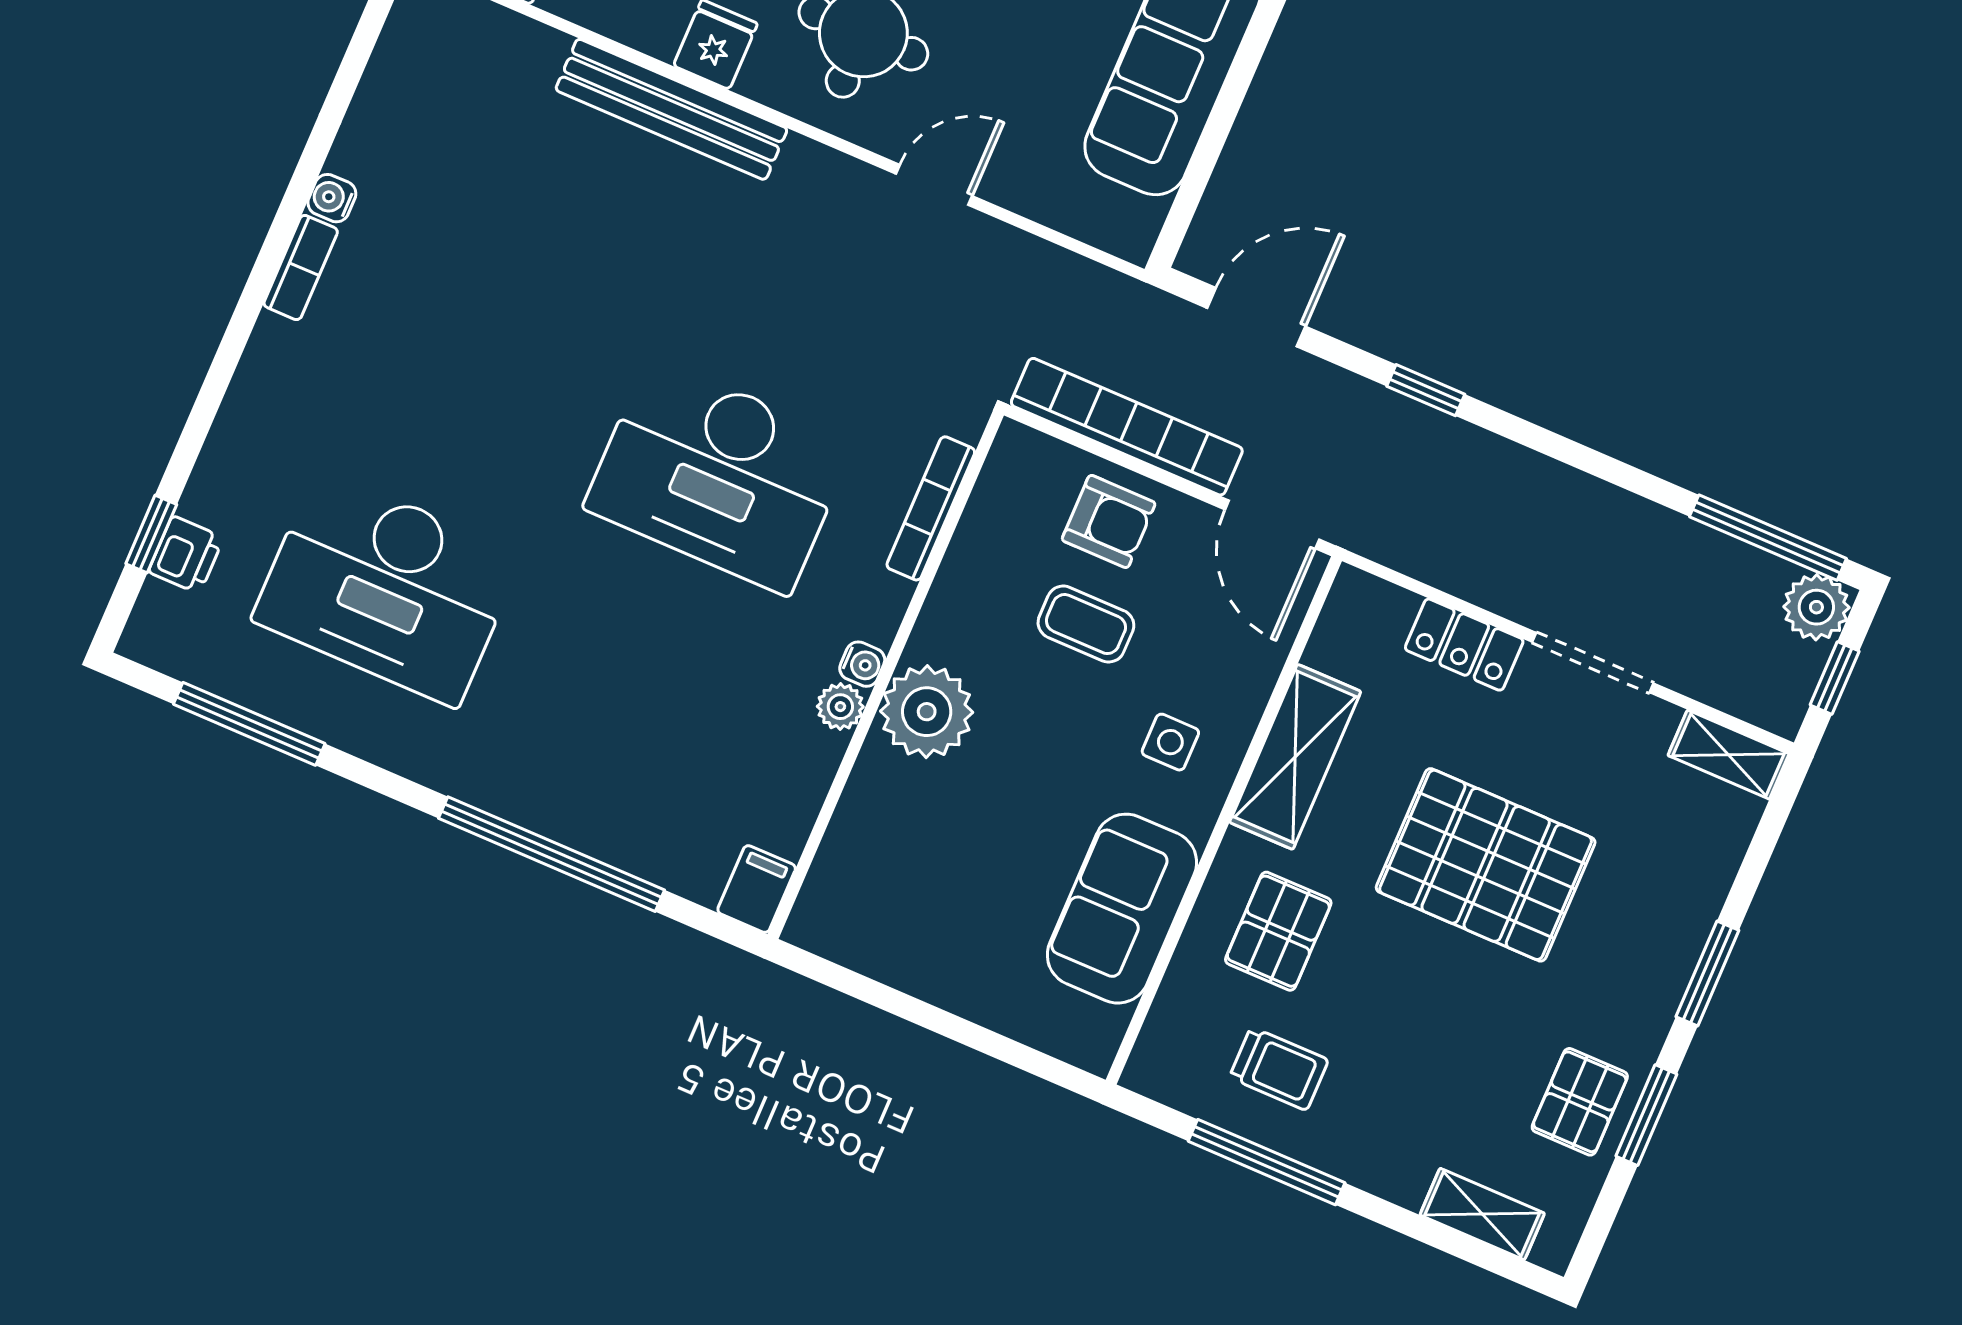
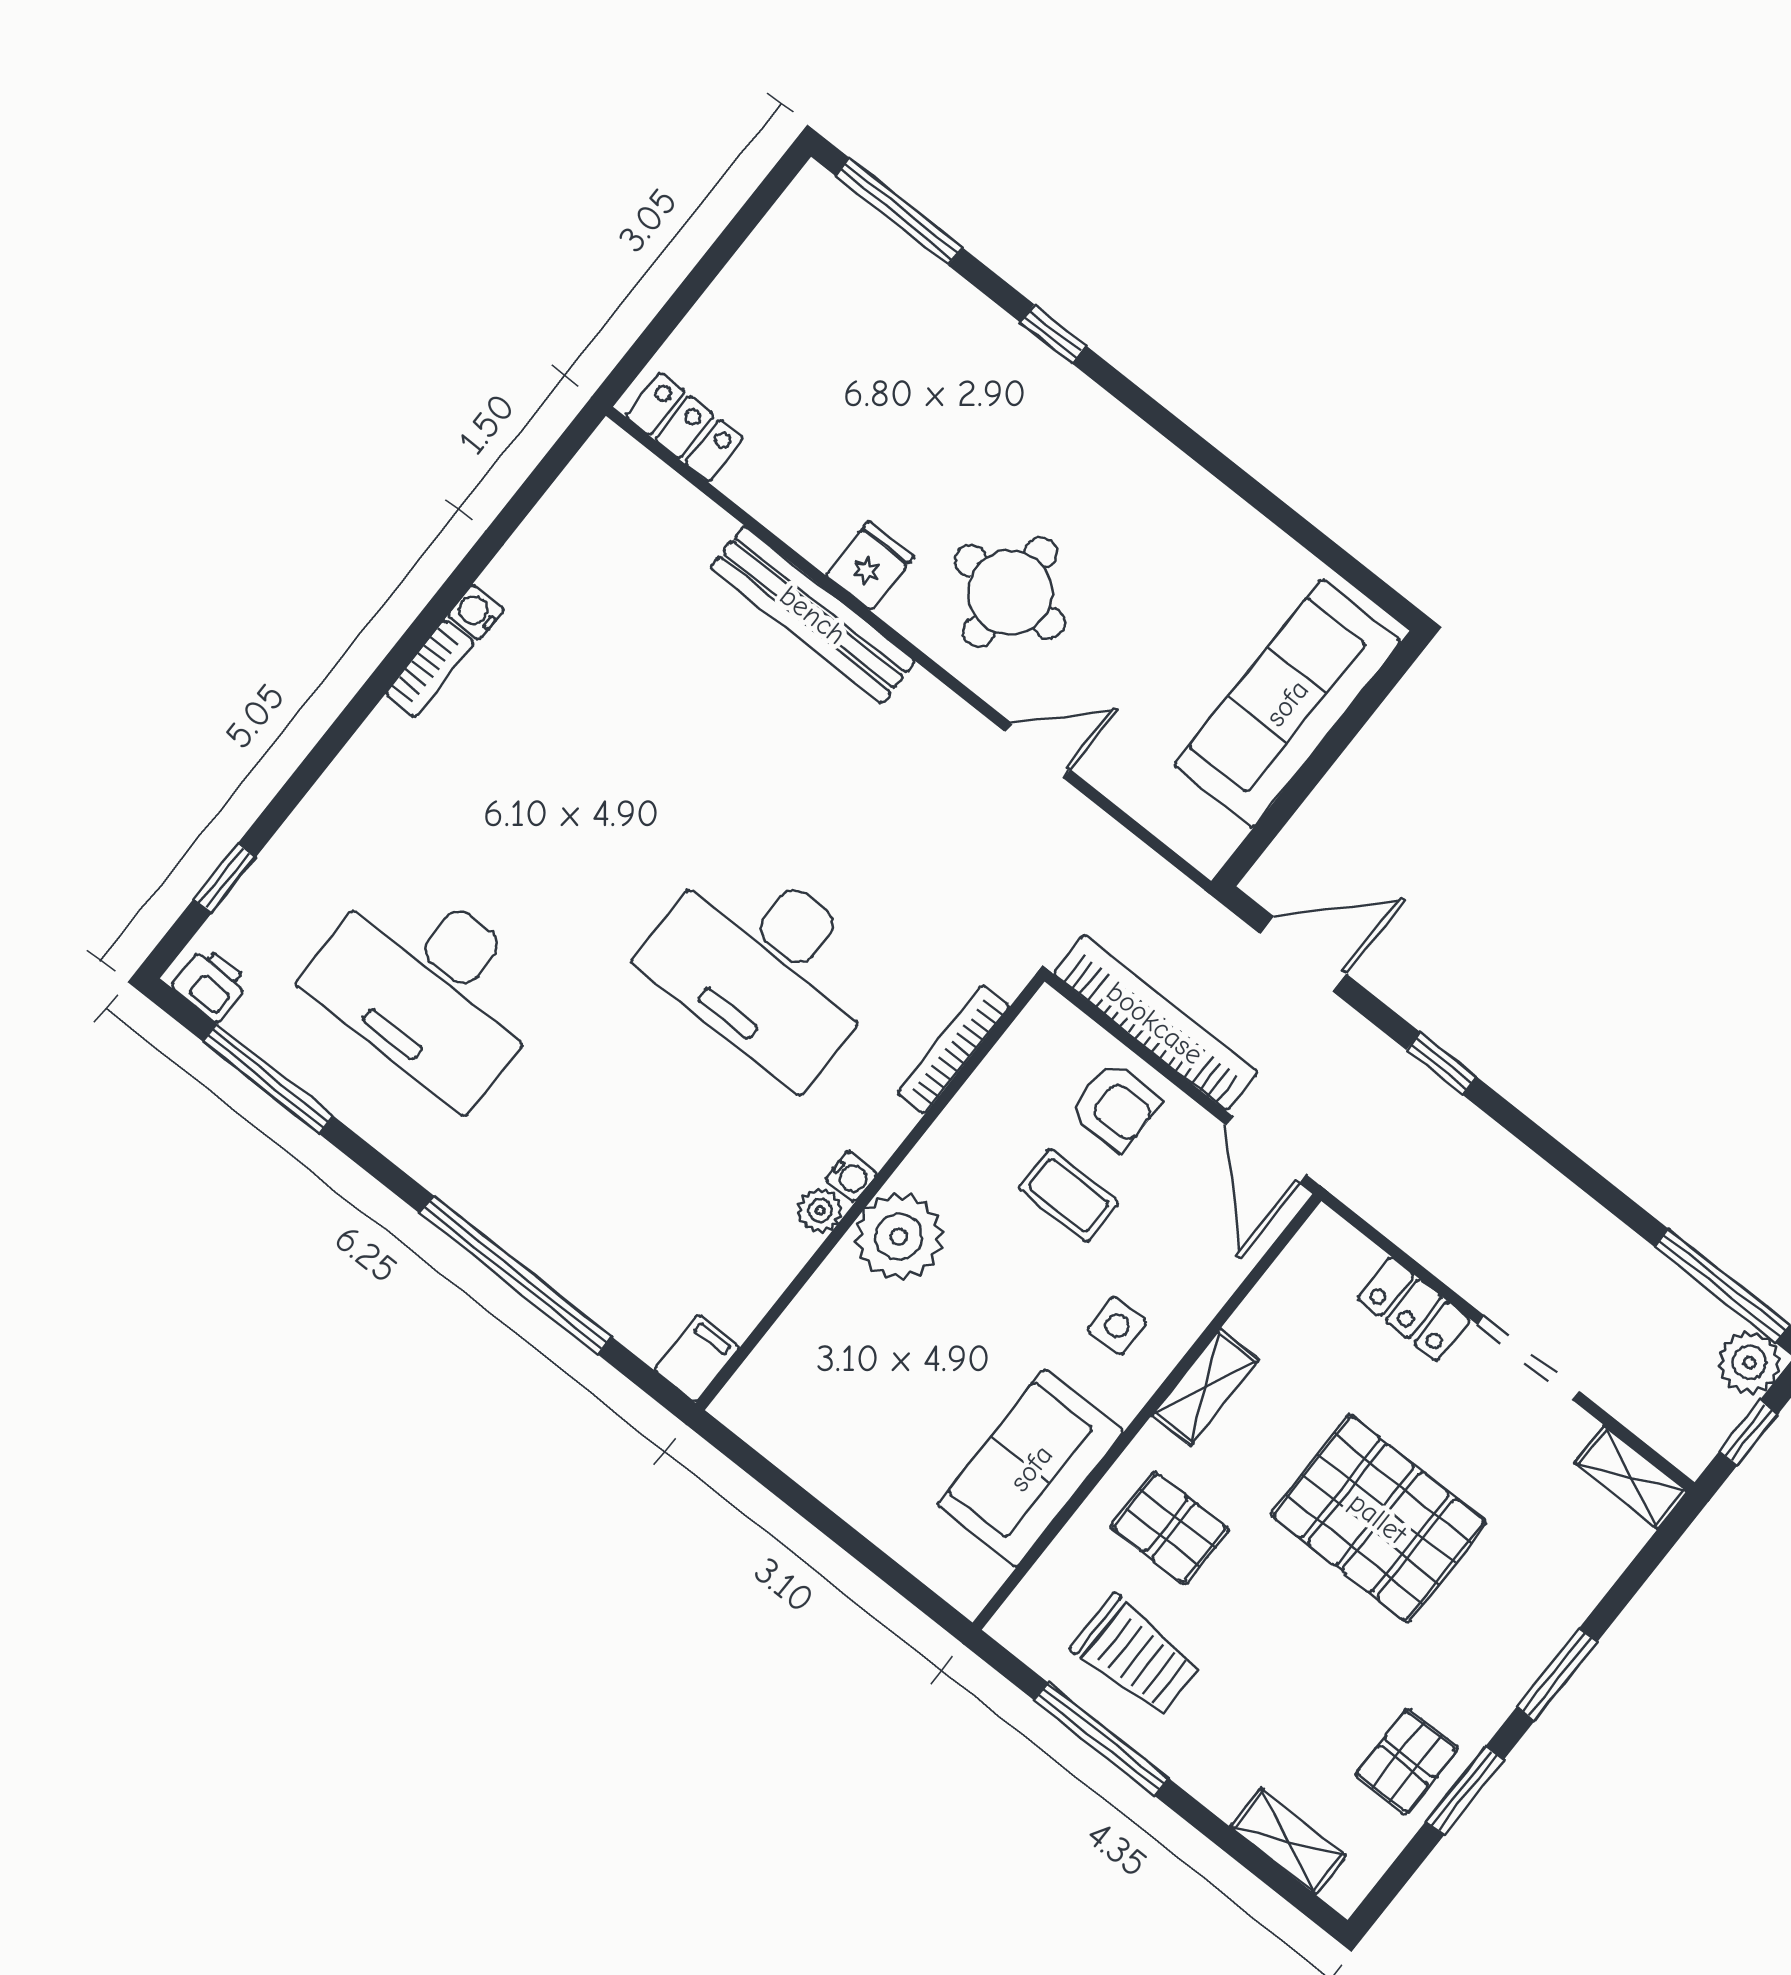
printer: (186, 555) -> (211, 984), moved, turned -90
shelving: (1295, 757) -> (1205, 1387), width x0.67, depth x0.75
pallet: (1278, 931) -> (1170, 1528), turned 90
trolley: (1279, 1069) -> (1136, 1656), width x1.36, depth x1.39

